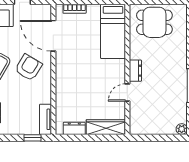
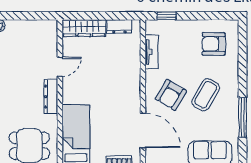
dresser: (135, 71) -> (51, 97), width x1.44
tv unit: (46, 119) -> (152, 52), moved

